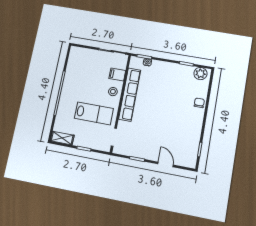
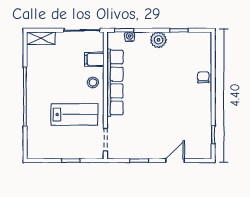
plant: (200, 74) -> (158, 40), moved
shelving: (62, 138) -> (41, 38), moved
door: (166, 164) -> (175, 161), hinge flipped

